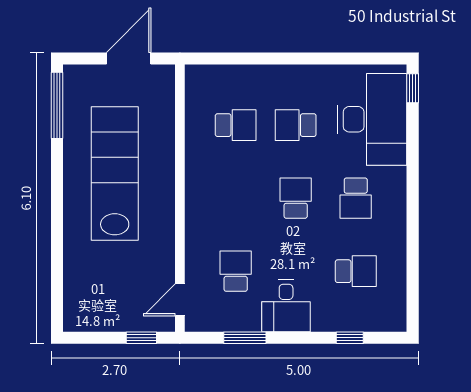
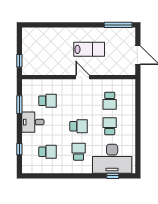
window: (413, 88) -> (113, 176), moved
lab bench: (115, 174) -> (89, 49), width x0.54, depth x0.72
school desk: (356, 198) -> (79, 152), turned 90
school desk: (356, 271) -> (48, 152), turned -90
door: (180, 300) -> (83, 77), moved

